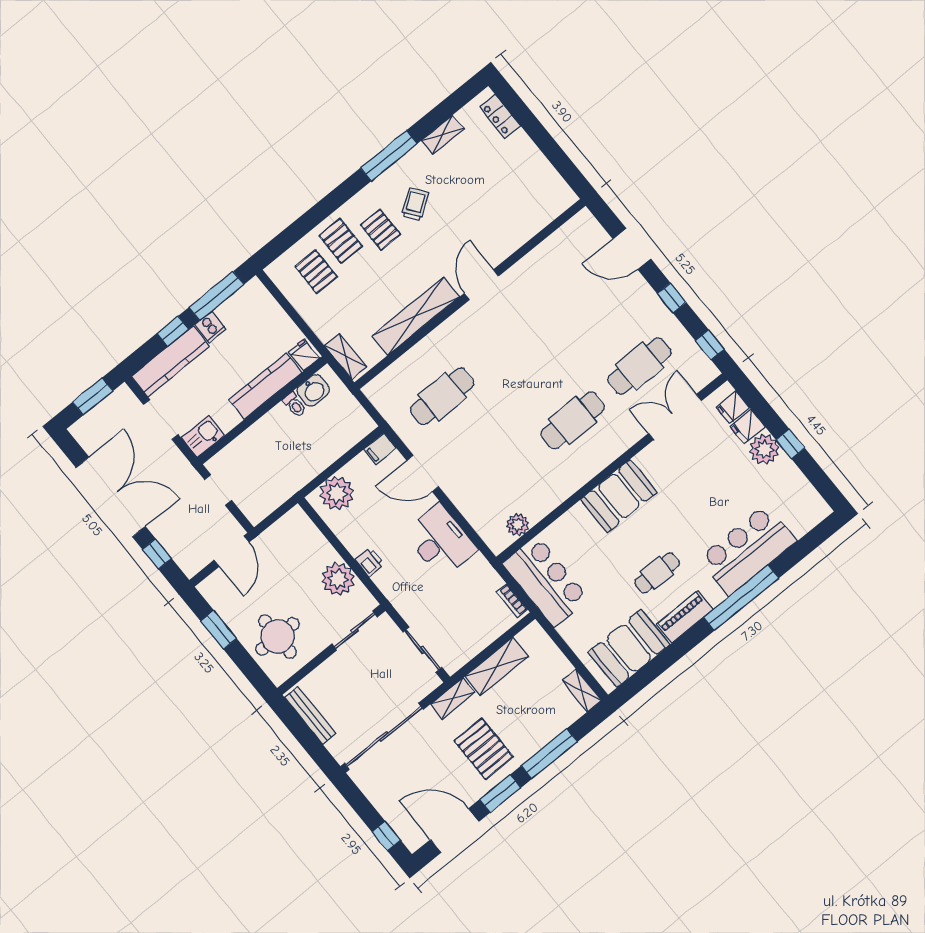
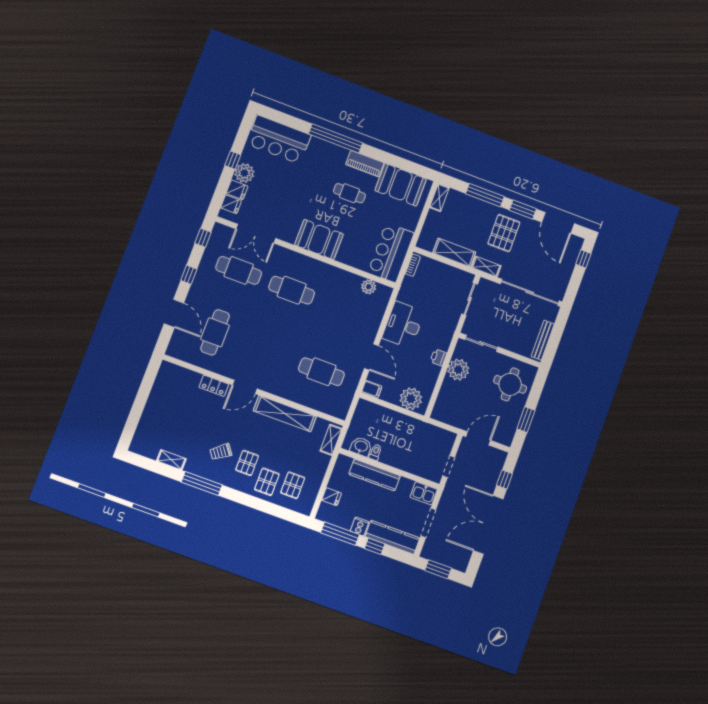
locker: (500, 116) -> (214, 386), moved, turned 90
cafe table: (576, 288) -> (215, 332), added
fridge: (304, 355) -> (332, 497), moved, turned -90
bar counter: (748, 550) -> (279, 140), moved

